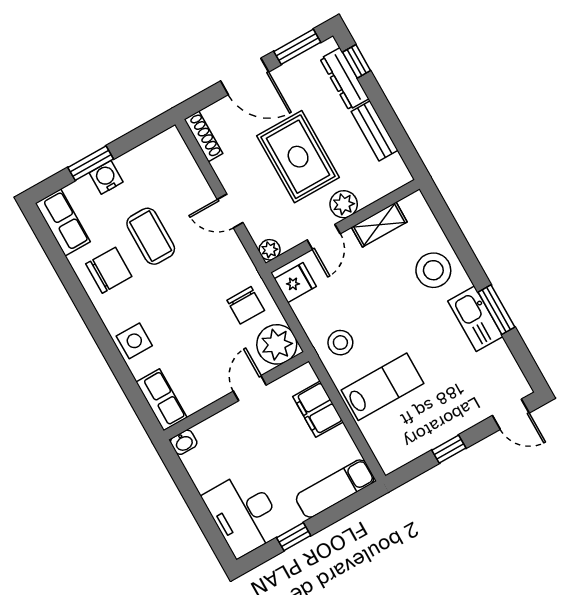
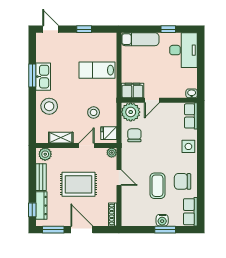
rug: (298, 157) -> (78, 184), turned 90
plant: (344, 204) -> (45, 154), moved
stool: (340, 343) -> (94, 112), moved
filing cabinet: (318, 409) -> (132, 90), moved, turned -90

